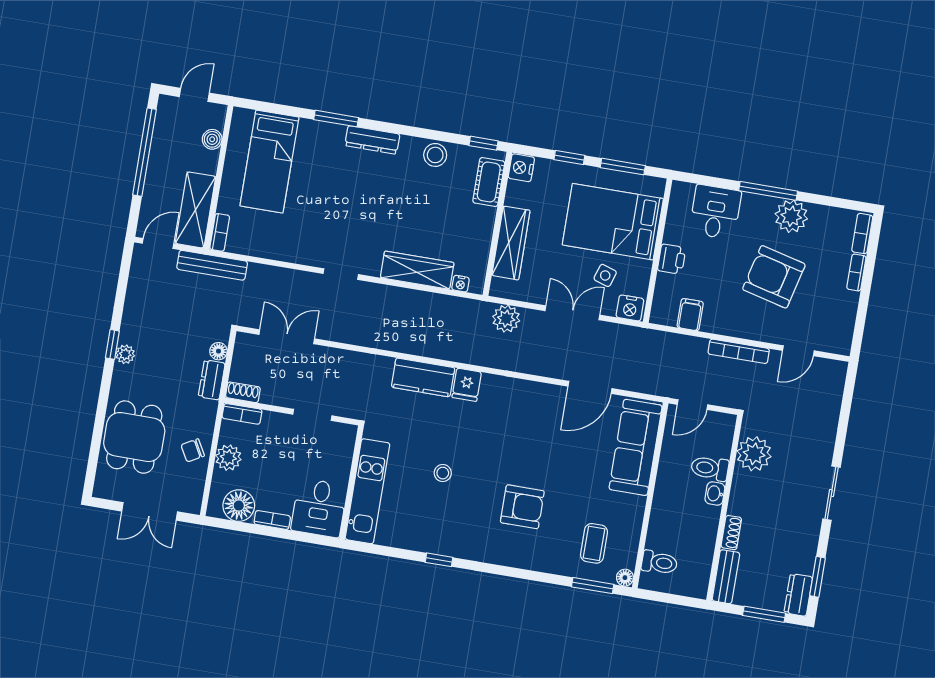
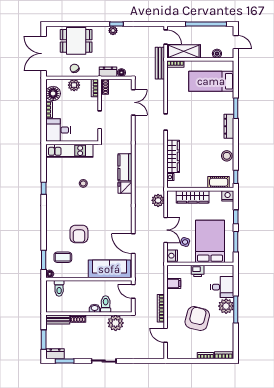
plant: (791, 216) -> (226, 306), moved
armchair: (522, 507) -> (79, 234), moved
double door: (150, 511) -> (44, 54), width x1.37

